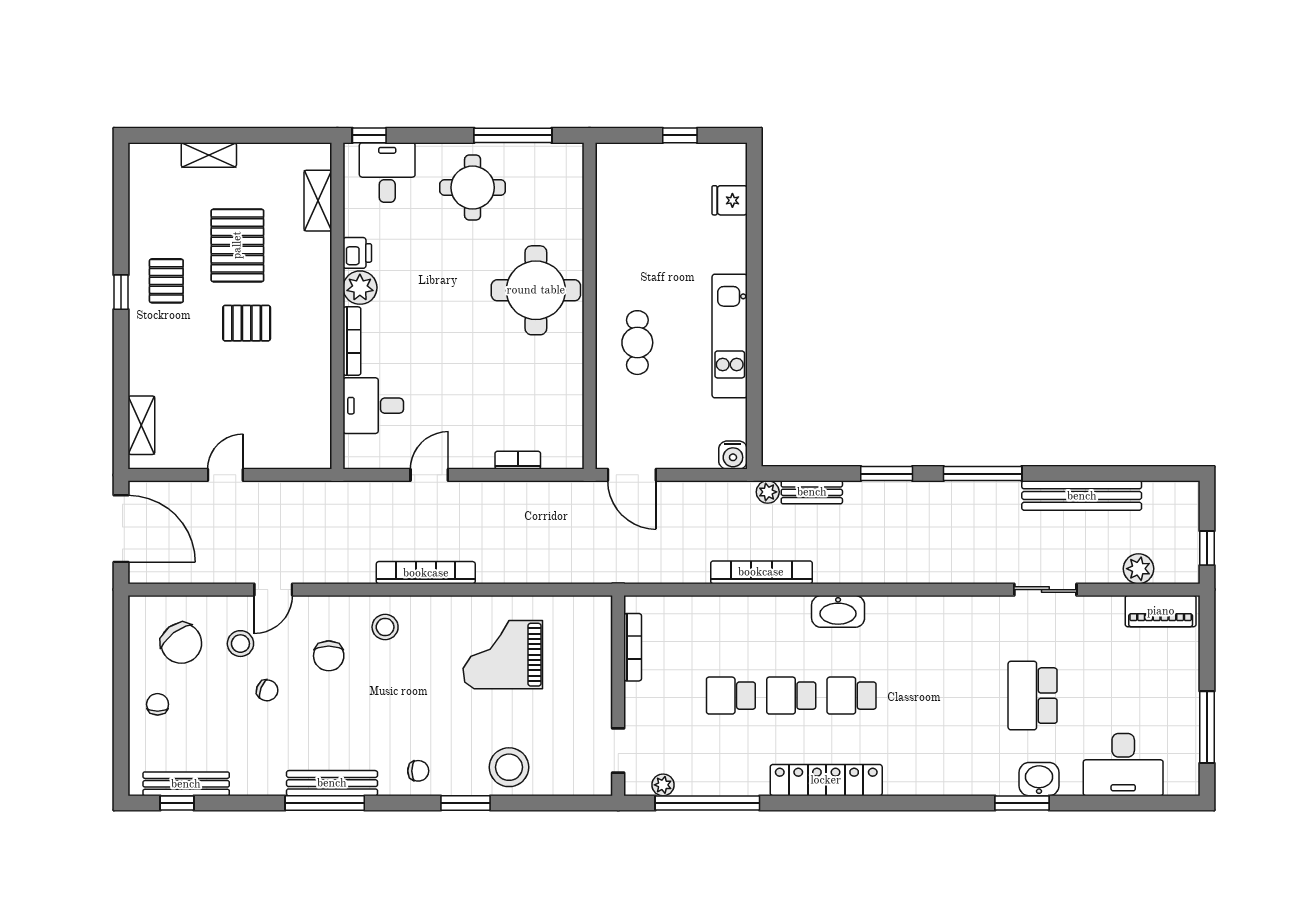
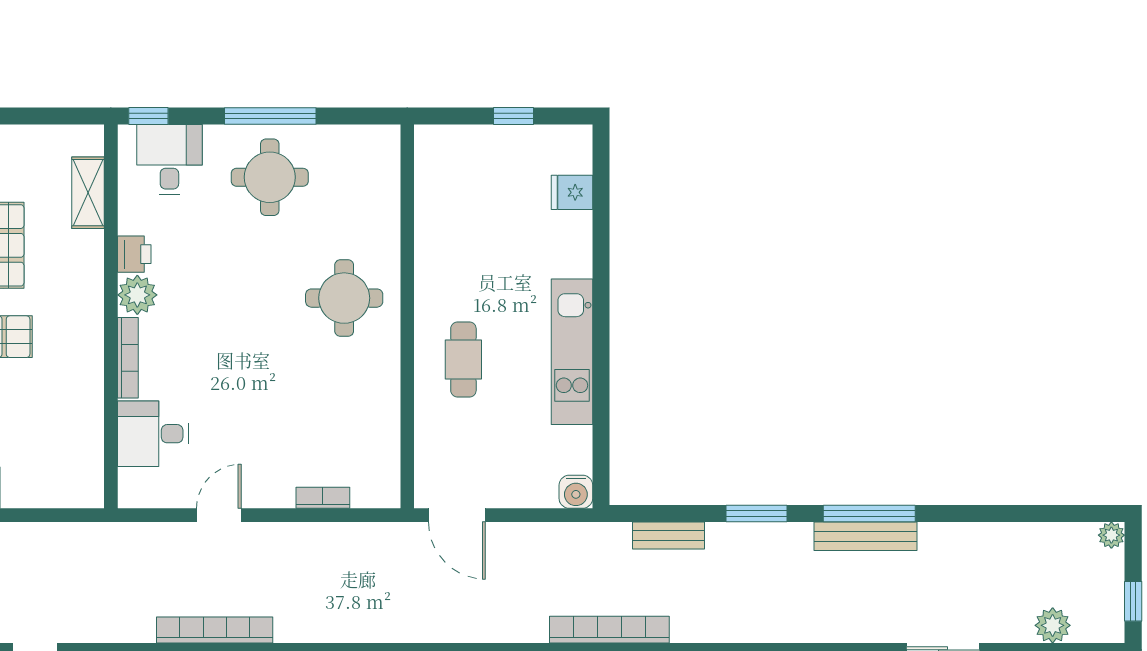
window: (513, 135) -> (270, 116), moved
round table: (536, 290) -> (344, 298), width x0.73, depth x0.73
plant: (768, 492) -> (1111, 535), moved
bench: (1082, 496) -> (866, 536), moved, width x0.73, depth x0.82

